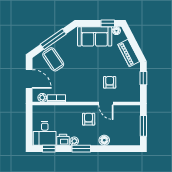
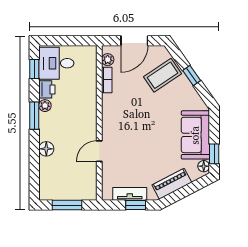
window: (53, 39) -> (192, 75), width x0.46
armchair: (110, 82) -> (130, 156), removed
tv unit: (136, 82) -> (130, 194), added
armchair: (89, 119) -> (77, 126), removed

